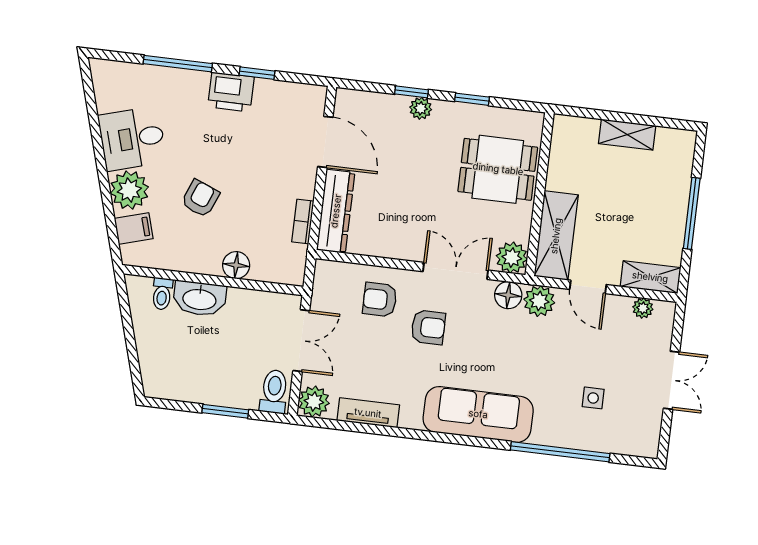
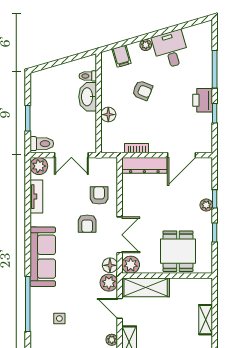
plant: (129, 190) -> (146, 45), width x0.53, depth x0.53
door: (588, 287) -> (120, 308), hinge flipped

